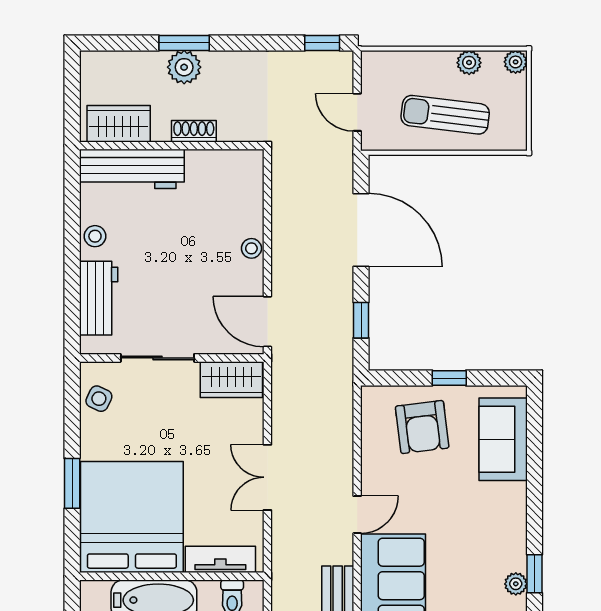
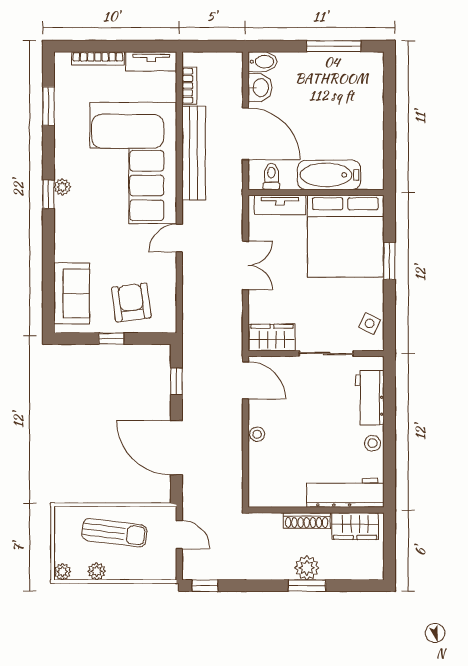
shoe rack: (194, 131) -> (307, 521), width x1.43

